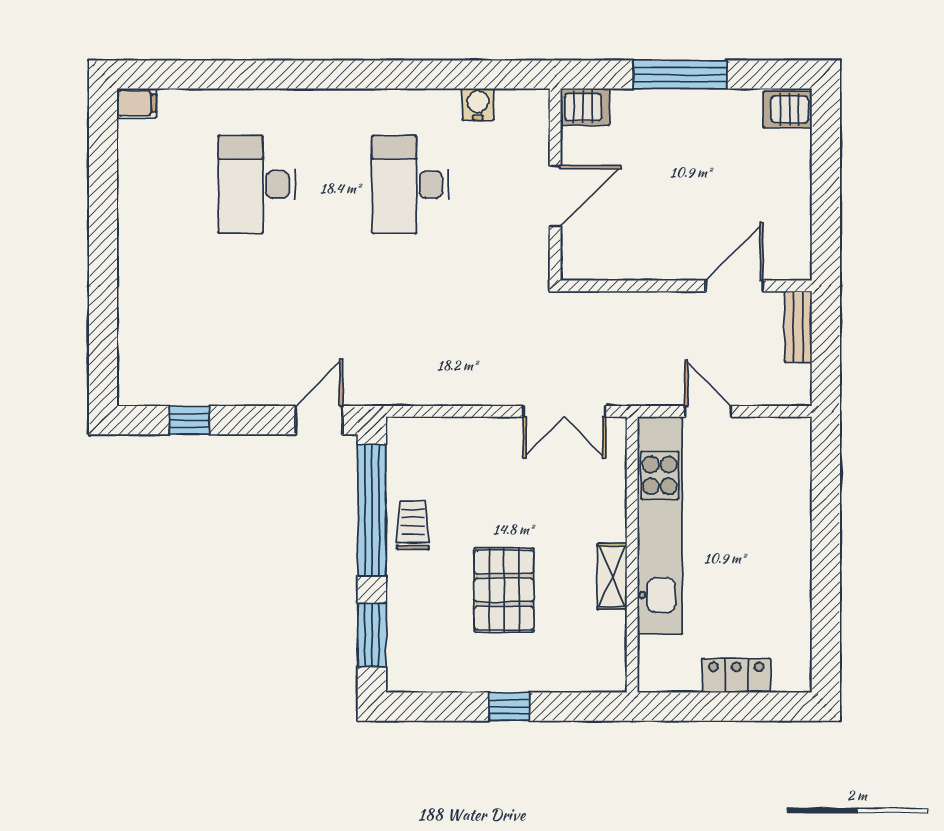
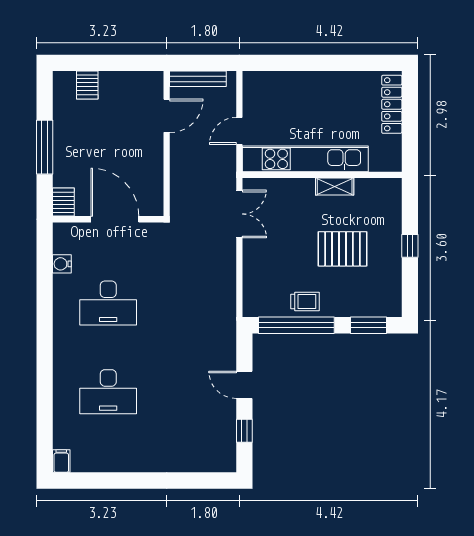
server rack: (788, 109) -> (87, 85), moved
door: (555, 196) -> (115, 219), width x1.36
door: (734, 286) -> (167, 116), swing flipped
bench: (798, 327) -> (198, 79), width x1.36
door: (319, 420) -> (244, 385), moved
trolley: (413, 525) -> (305, 302), turned 180
locker: (736, 675) -> (392, 104), width x1.53

